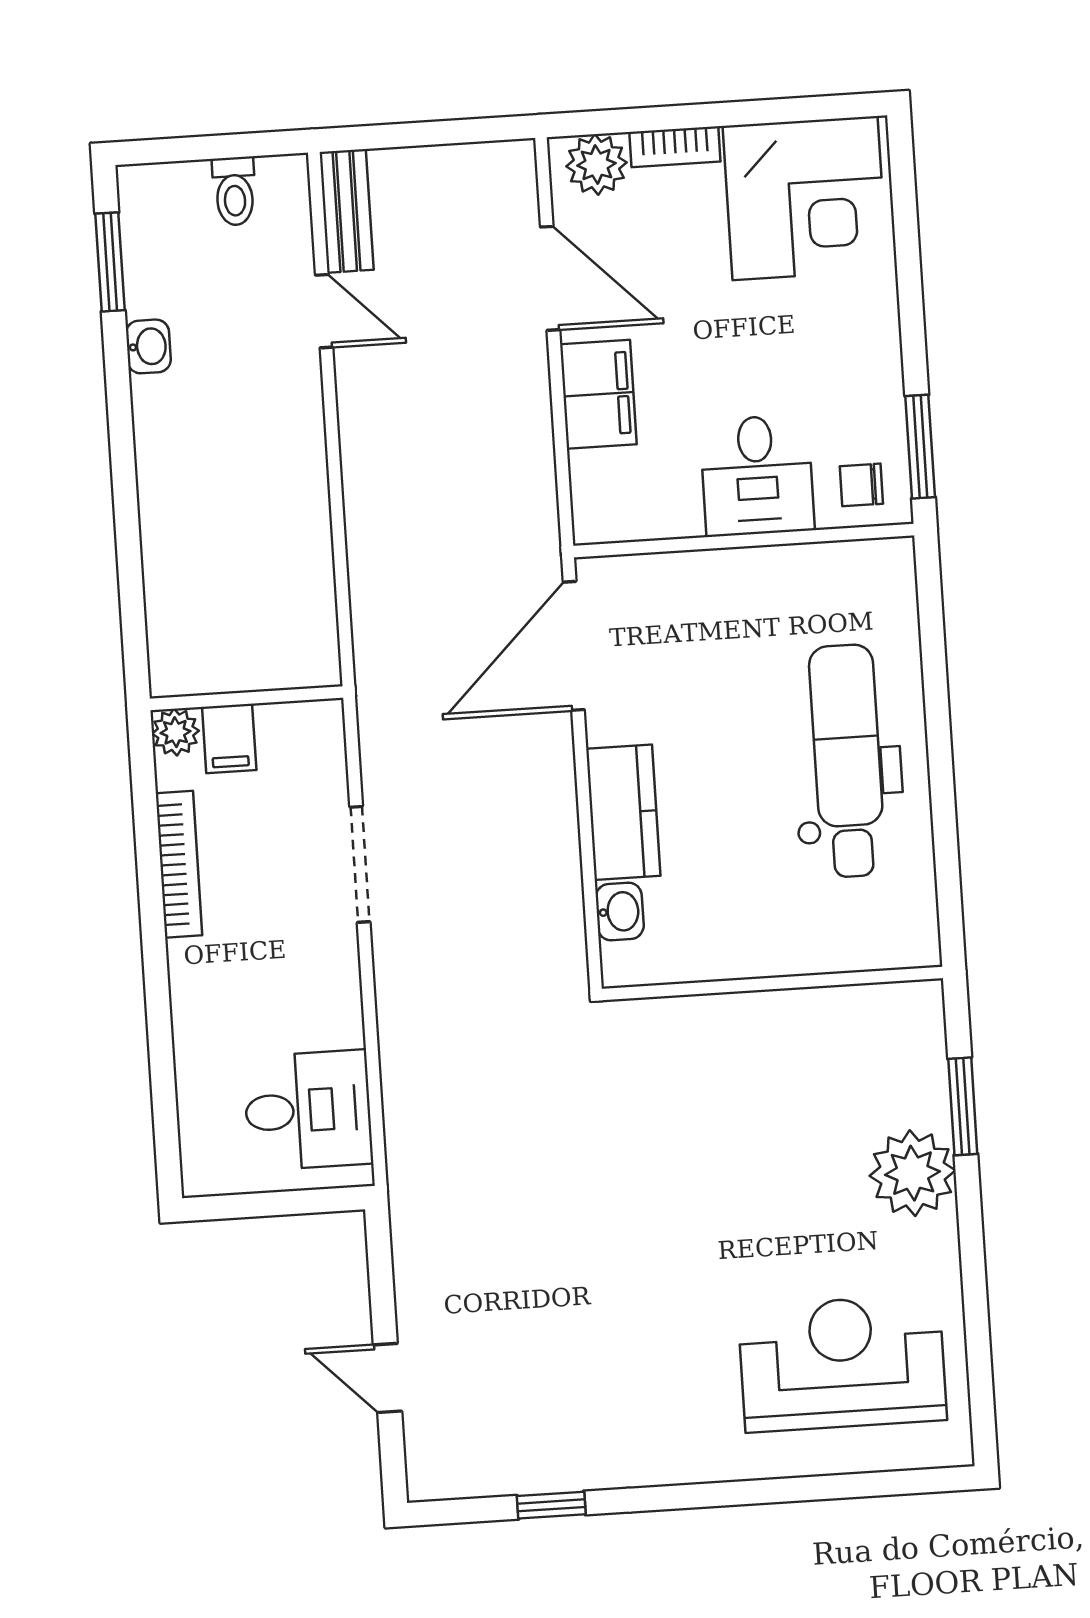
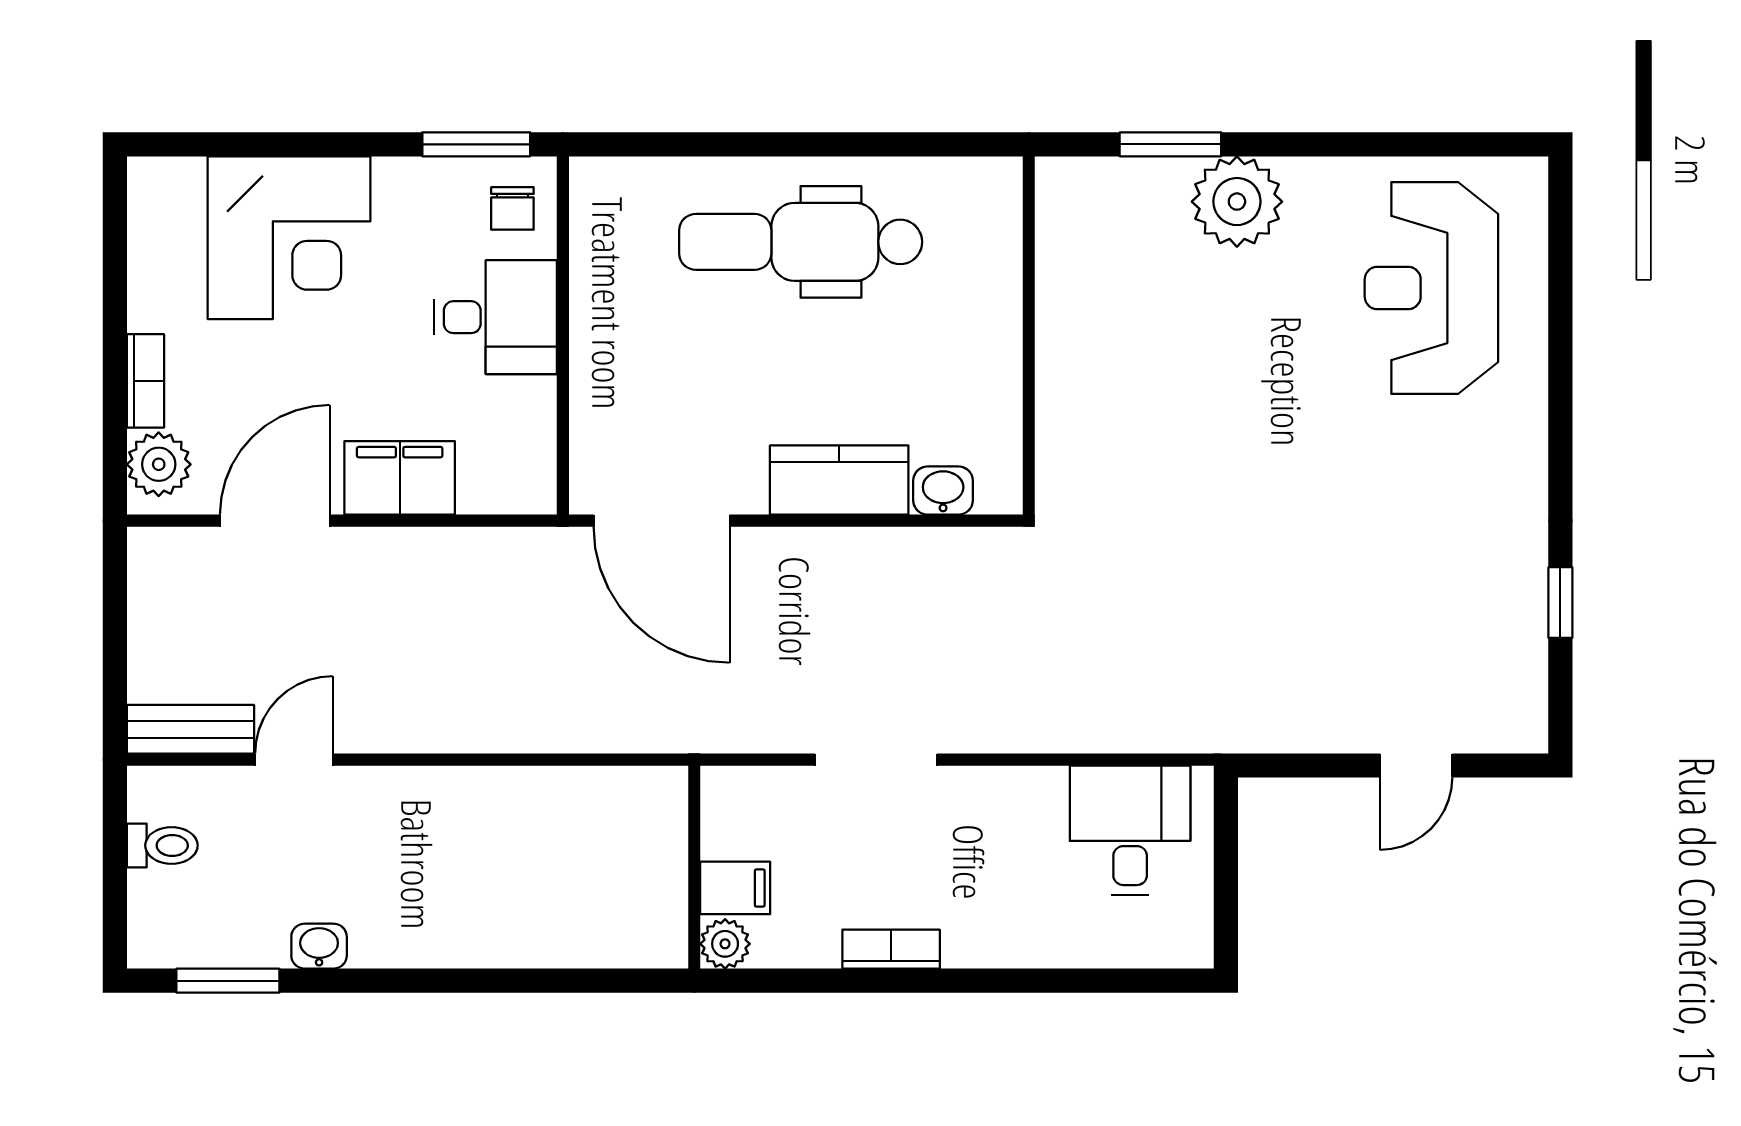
corner desk: (805, 198) -> (289, 238), moved, turned 90
bookcase: (179, 864) -> (891, 949), width x0.64

